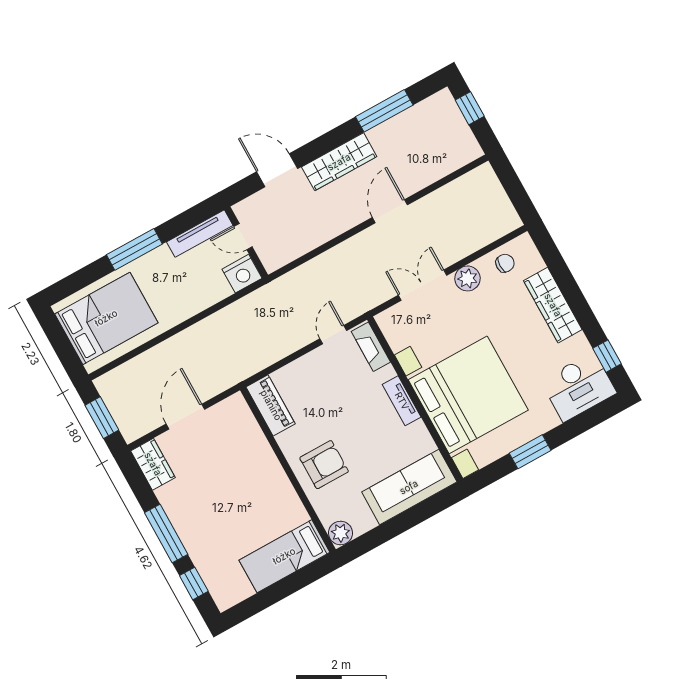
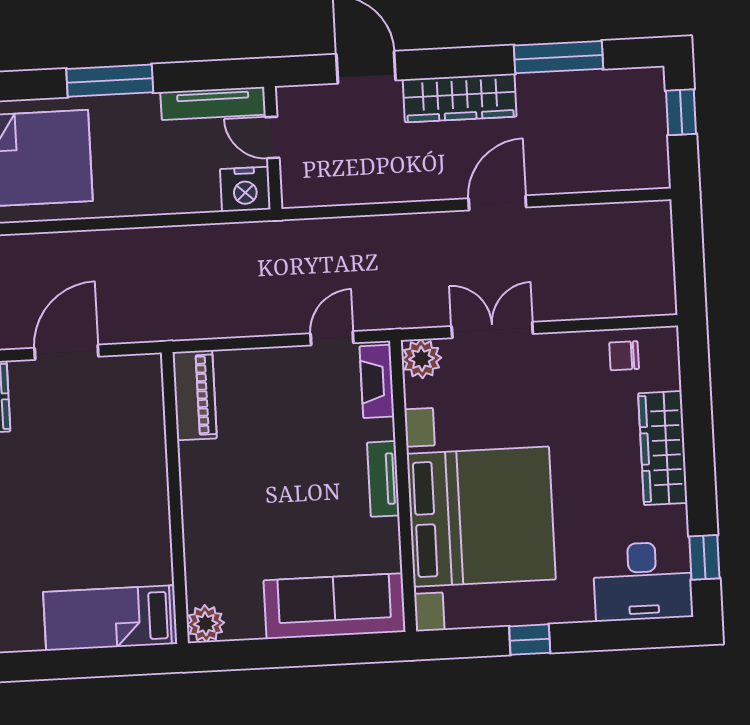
chair: (505, 263) -> (624, 356), turned 180
plant: (467, 278) -> (422, 359), moved
window: (530, 452) -> (530, 640), width x0.67
armchair: (324, 465) -> (229, 516), removed

